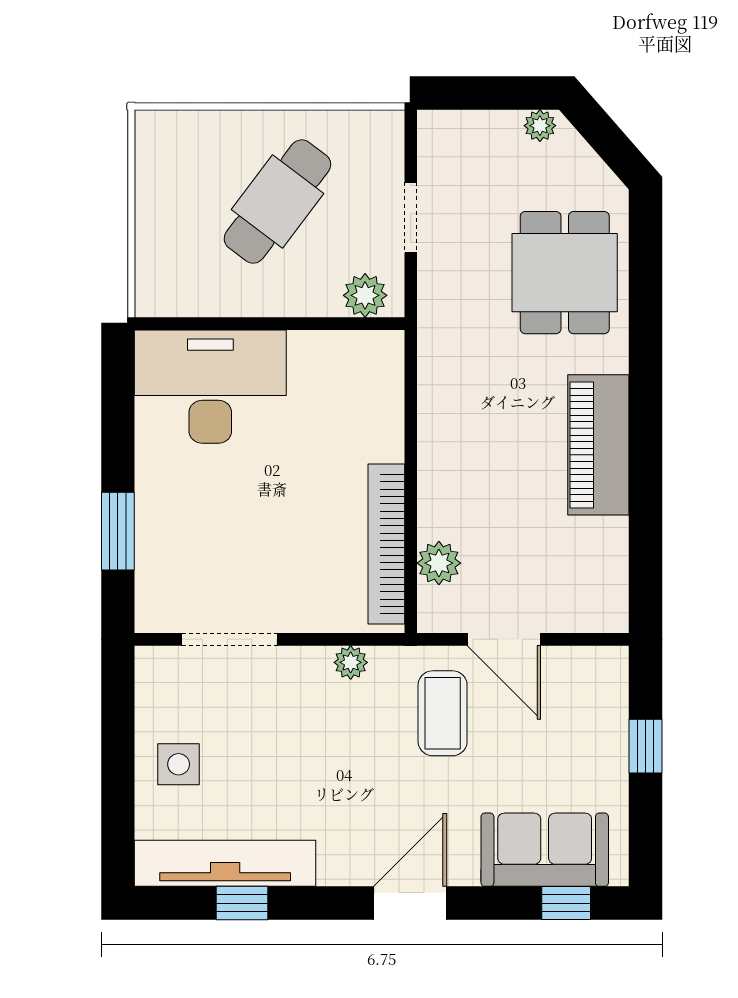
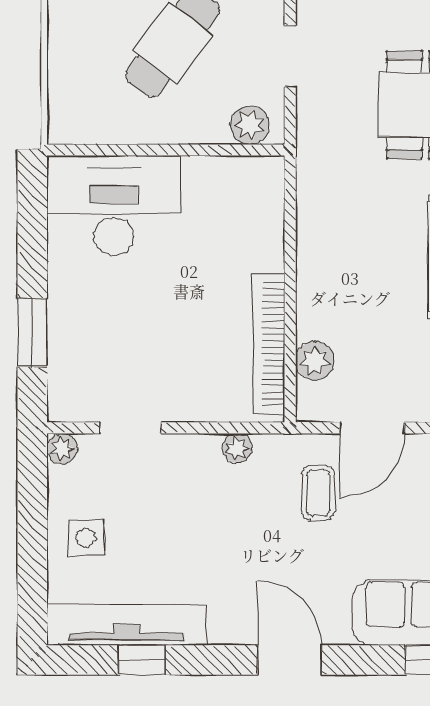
doorway: (230, 639) -> (131, 428), width x0.73
door: (504, 639) -> (372, 428), hinge flipped
plant: (152, 663) -> (62, 448), added
coffee table: (443, 713) -> (318, 493), width x0.73, depth x0.77
door: (410, 903) -> (290, 660), hinge flipped

